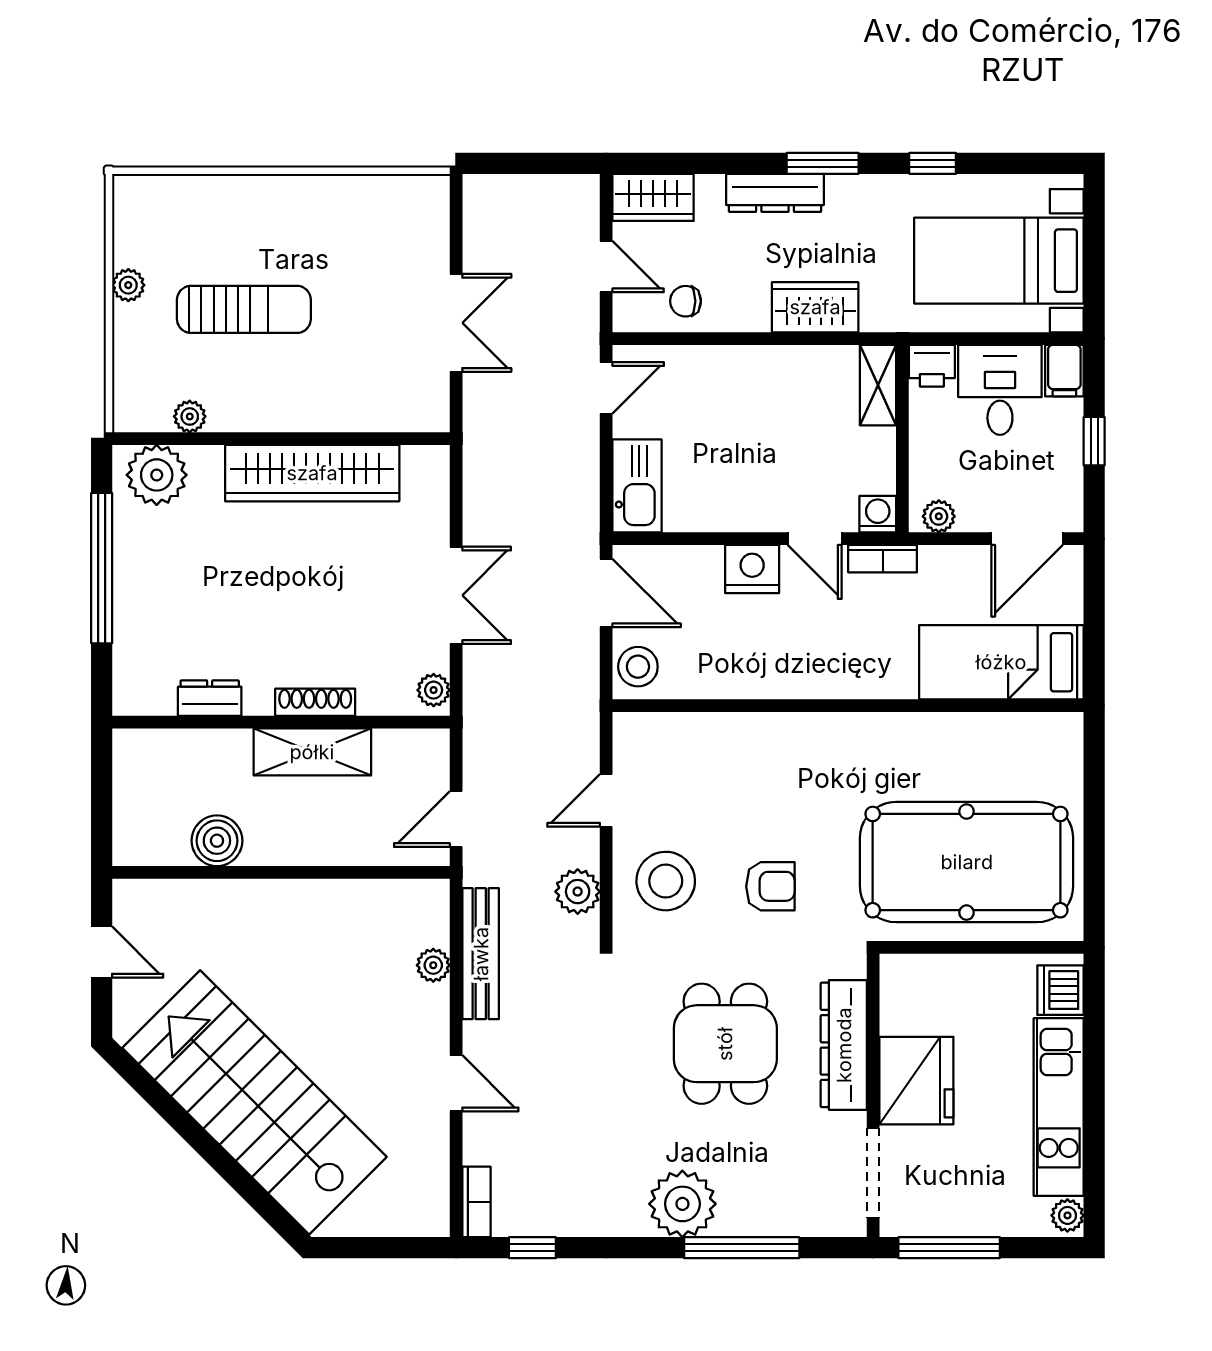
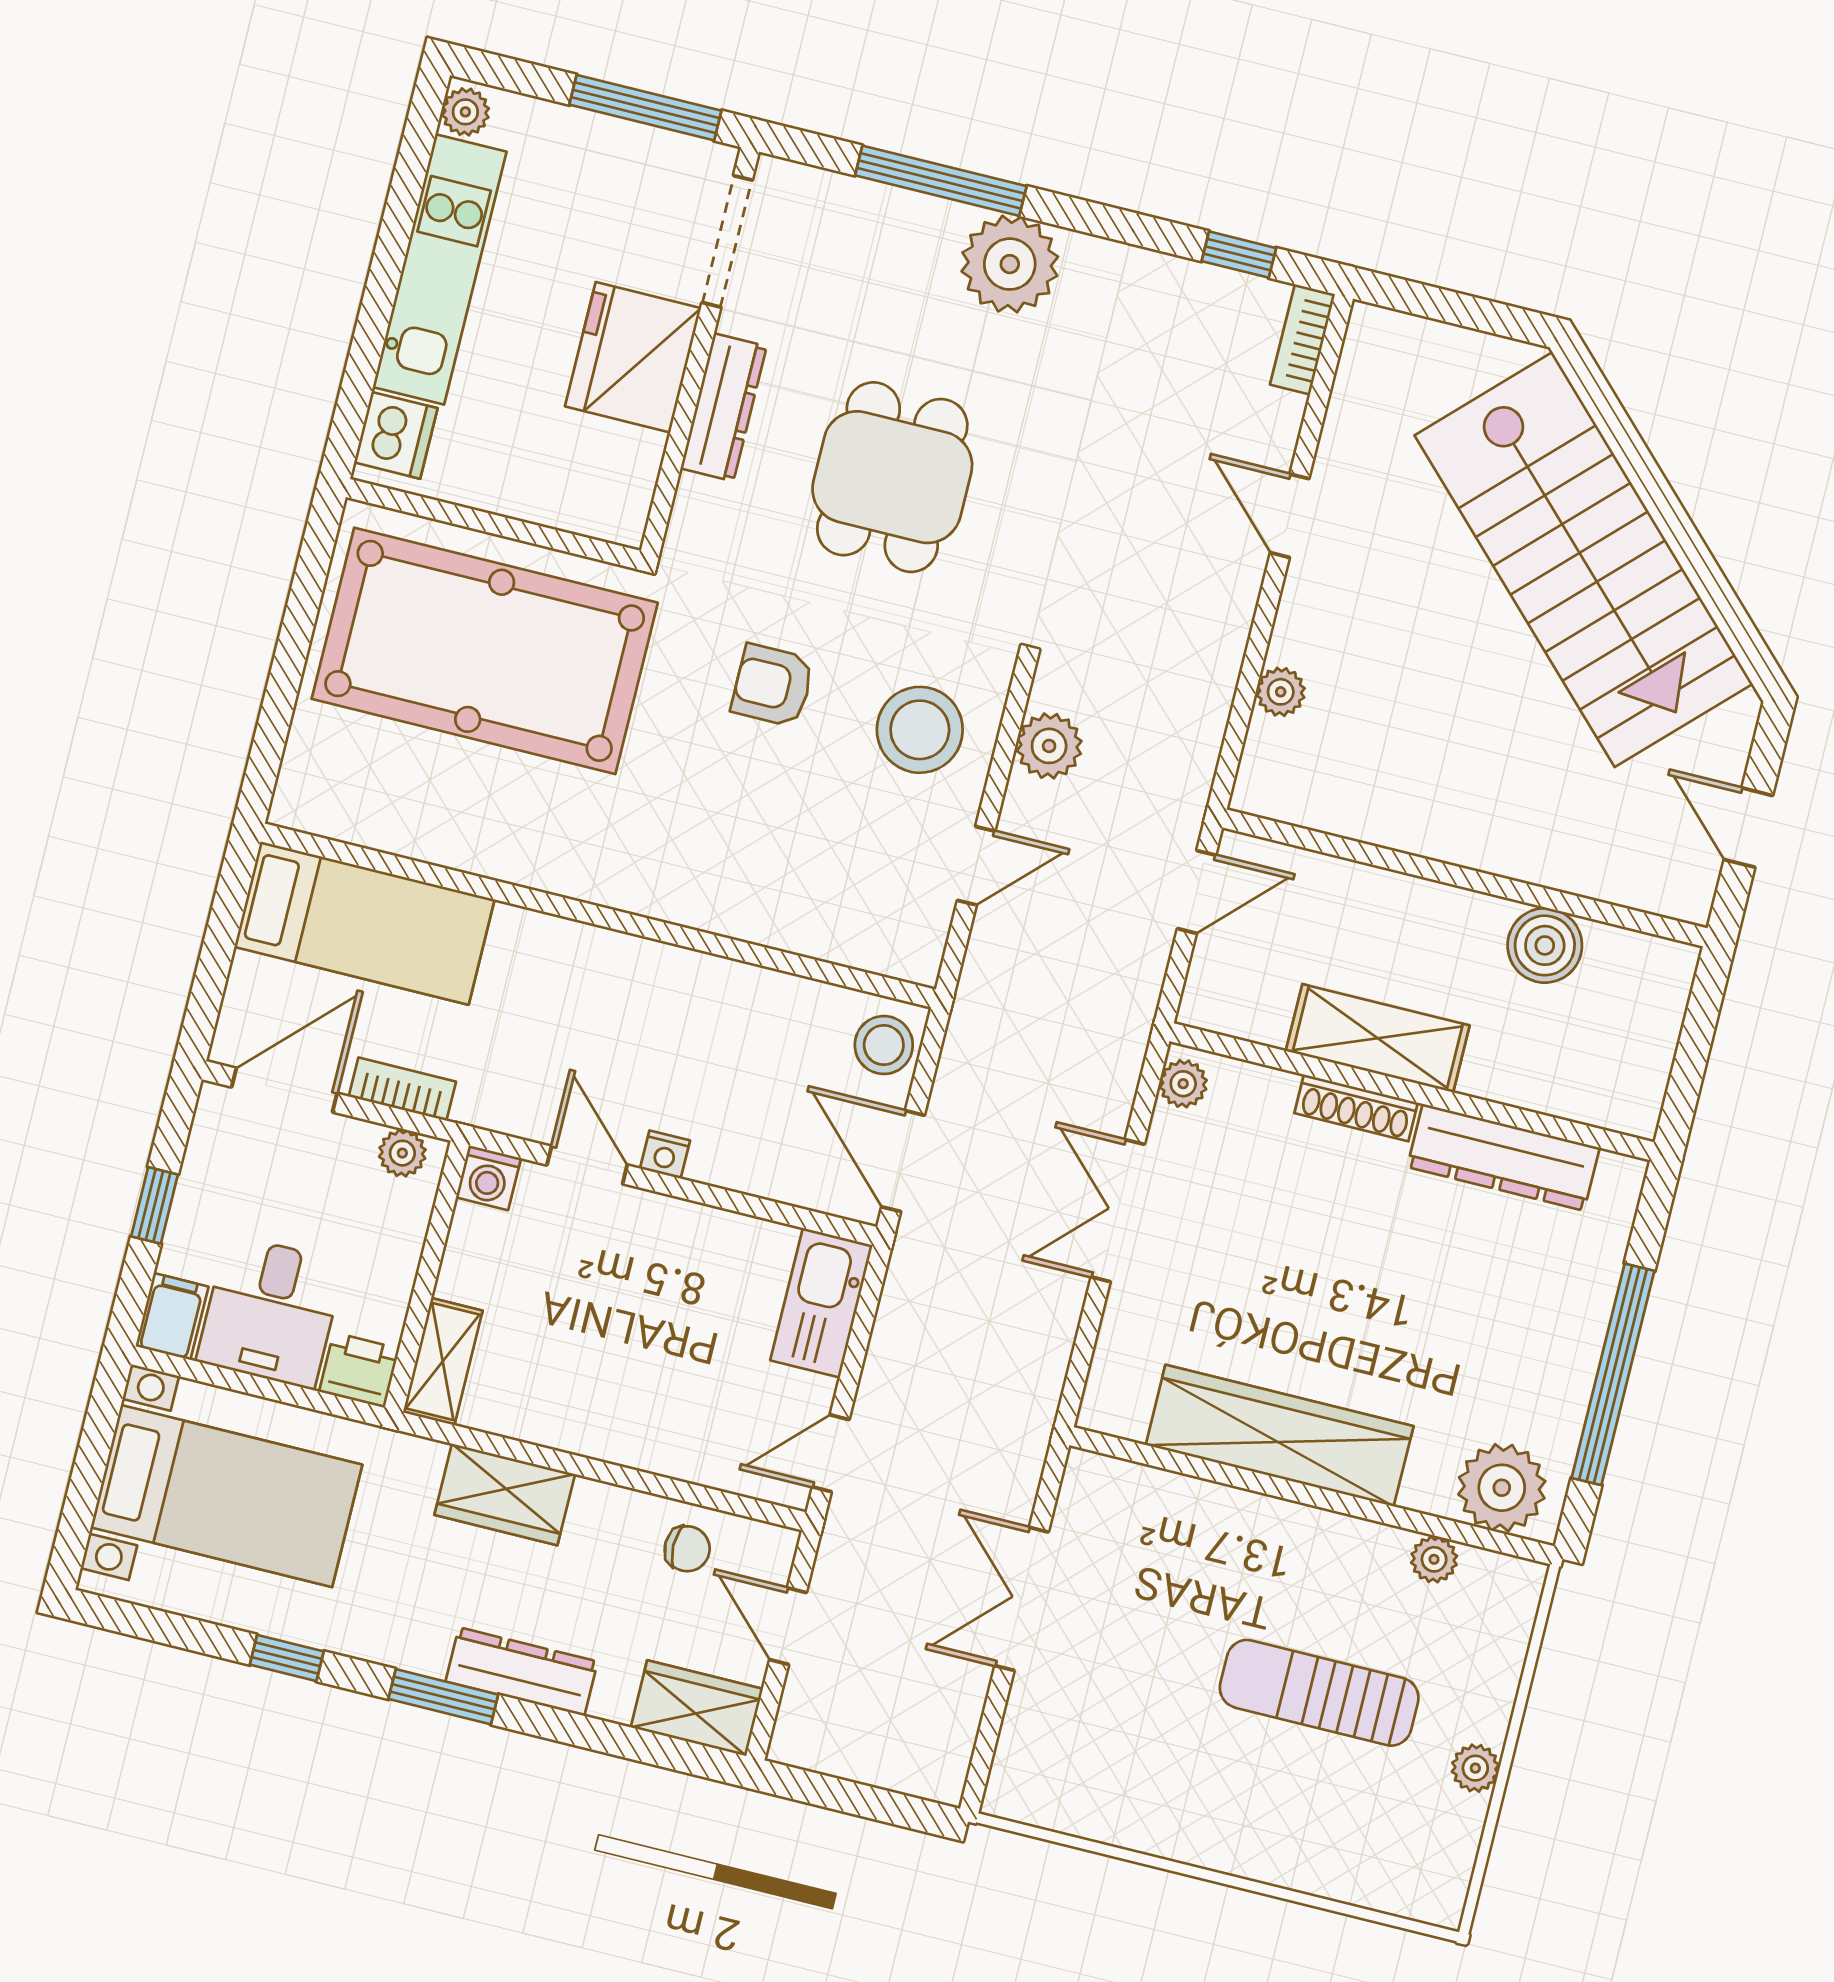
bookcase: (883, 559) -> (402, 1089), moved
nightstand: (752, 569) -> (665, 1154), width x0.53, depth x0.56
dresser: (210, 698) -> (1503, 1157), width x1.96, depth x1.24
bench: (481, 954) -> (1209, 692), removed
dresser: (844, 1045) -> (724, 407), width x0.73, depth x0.80

